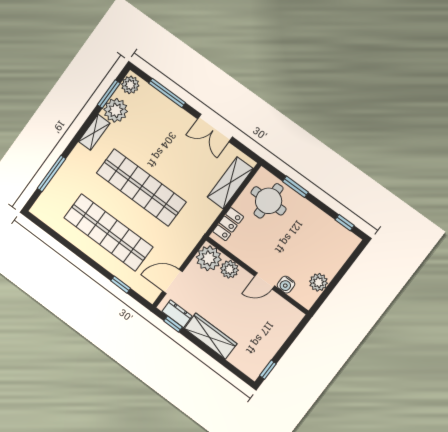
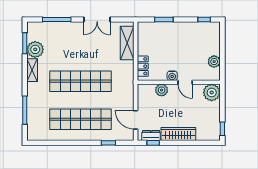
plant: (130, 85) -> (33, 30), removed
round table: (269, 201) -> (155, 38), removed
plant: (209, 258) -> (212, 92), moved
door: (172, 281) -> (136, 120), hinge flipped
door: (265, 281) -> (185, 82), hinge flipped
water cooler: (286, 285) -> (172, 76), moved

